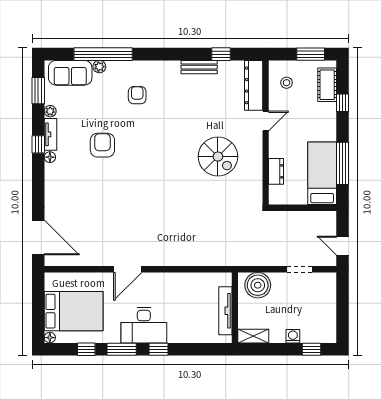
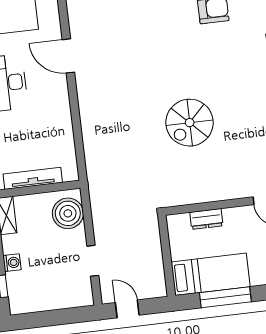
spiral stairs: (218, 157) -> (190, 123), moved
door: (342, 246) -> (127, 309), hinge flipped

